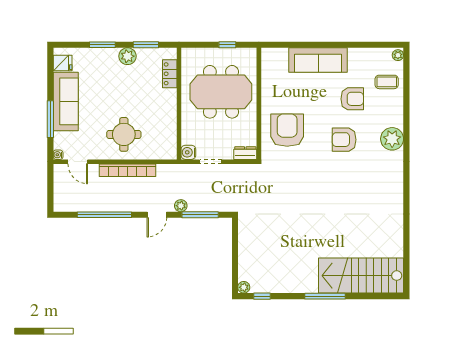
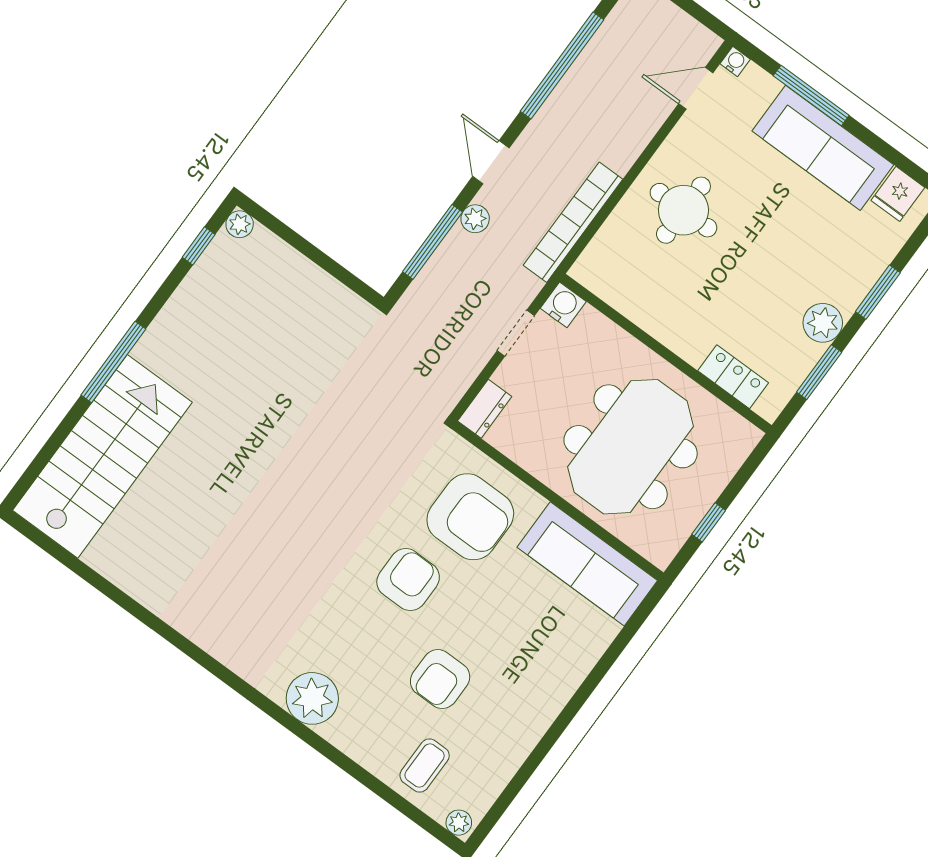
sofa: (318, 60) -> (587, 564), moved, turned -90
armchair: (344, 140) -> (408, 580), moved
bookcase: (128, 170) -> (573, 222), moved

